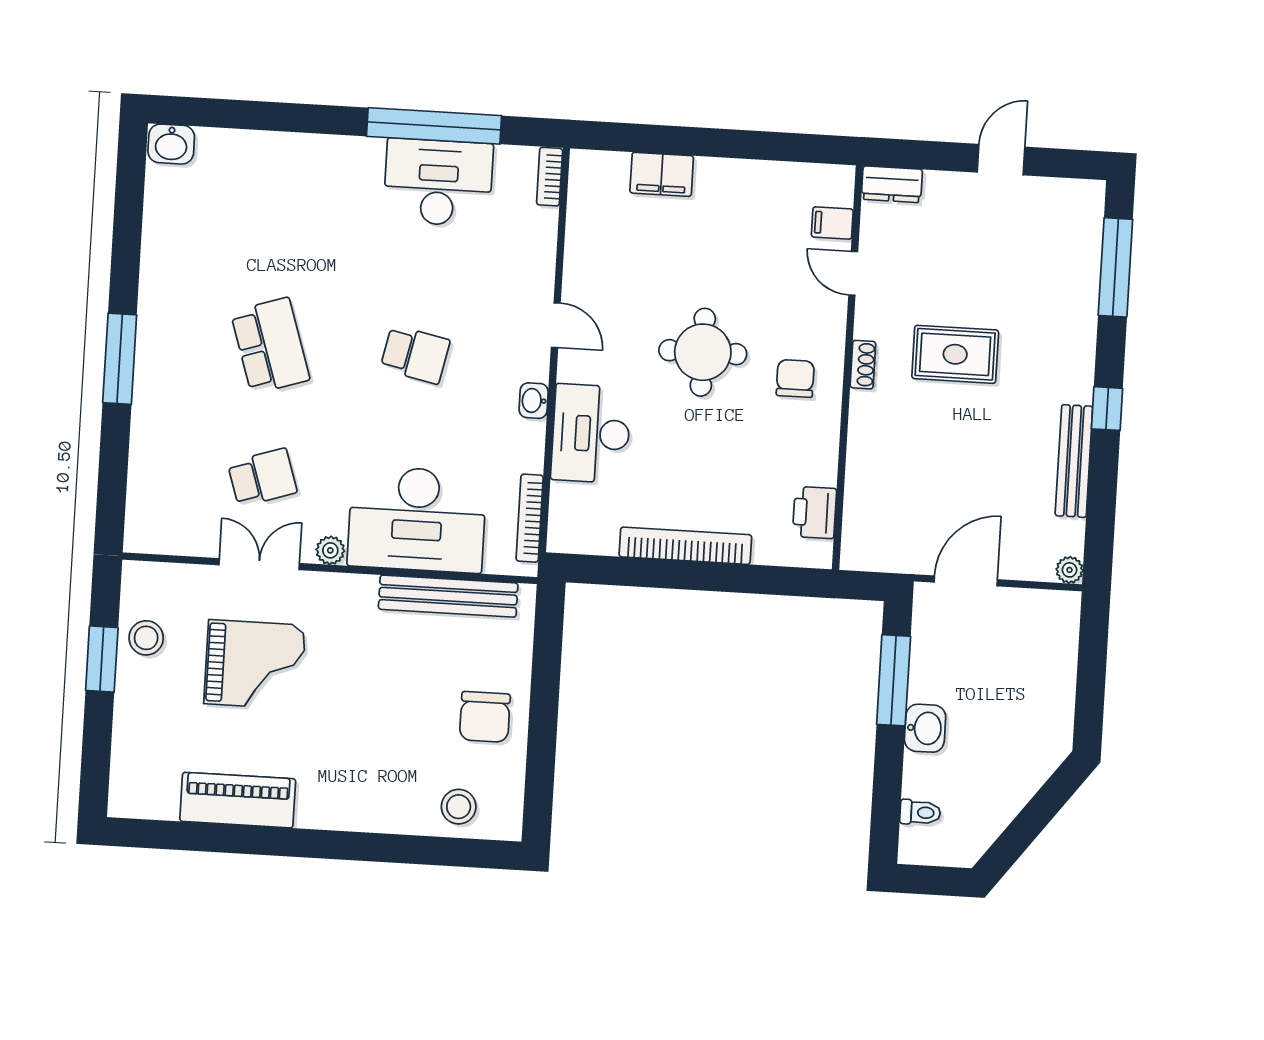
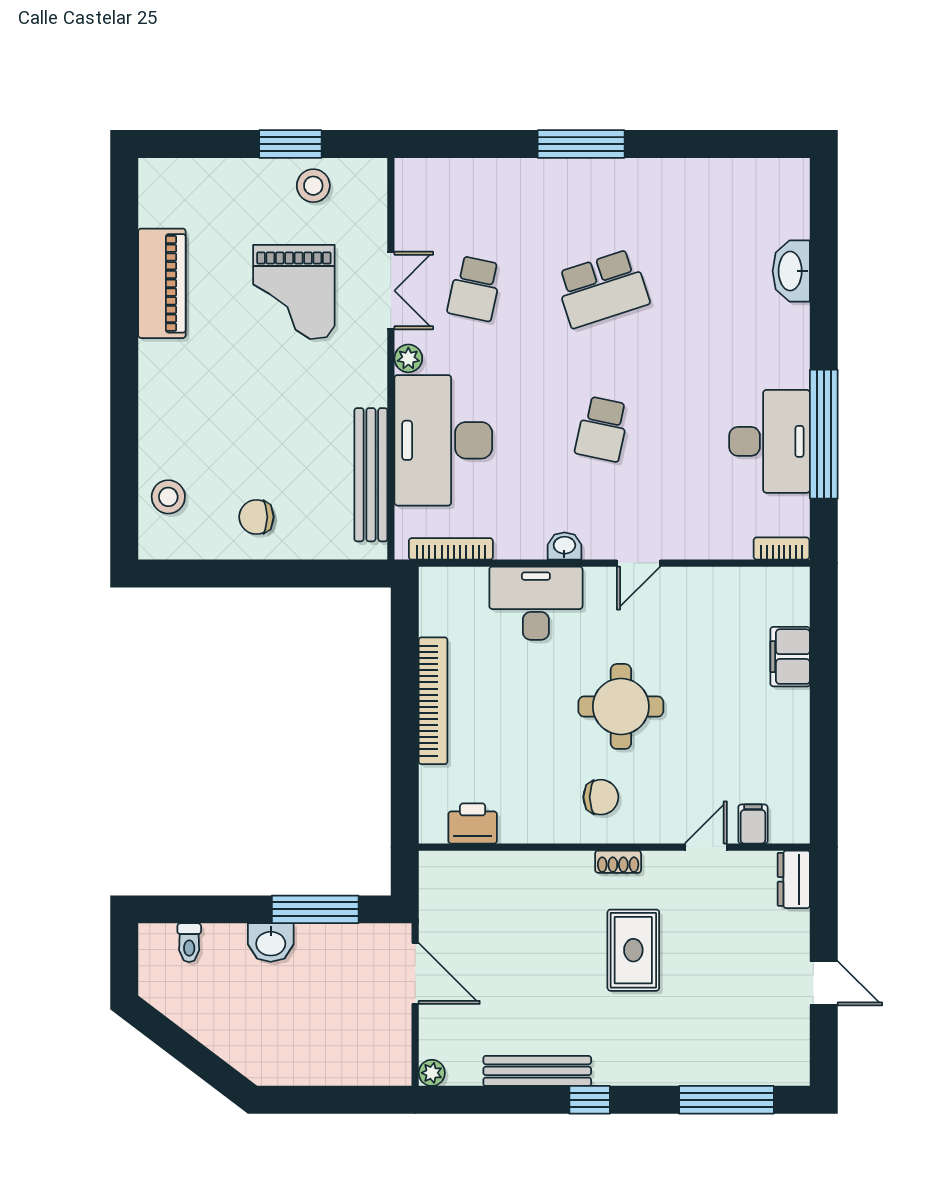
washbasin: (171, 144) -> (791, 271), moved, width x1.38
school desk: (262, 478) -> (475, 289), turned 30
chair: (485, 717) -> (256, 517), width x0.73, depth x0.73

